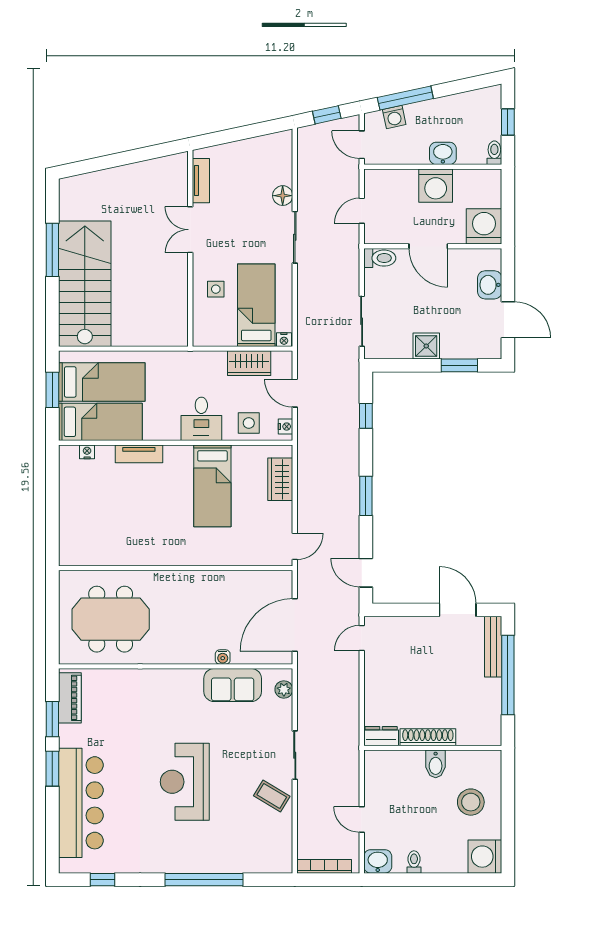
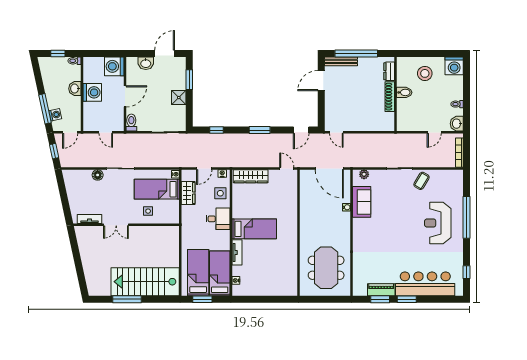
wardrobe: (280, 479) -> (251, 176), width x1.50
bed: (212, 486) -> (254, 229), moved
piano: (70, 698) -> (381, 290), moved
dresser: (381, 736) -> (389, 71), moved
reception desk: (185, 782) -> (438, 223), moved, turned 90

